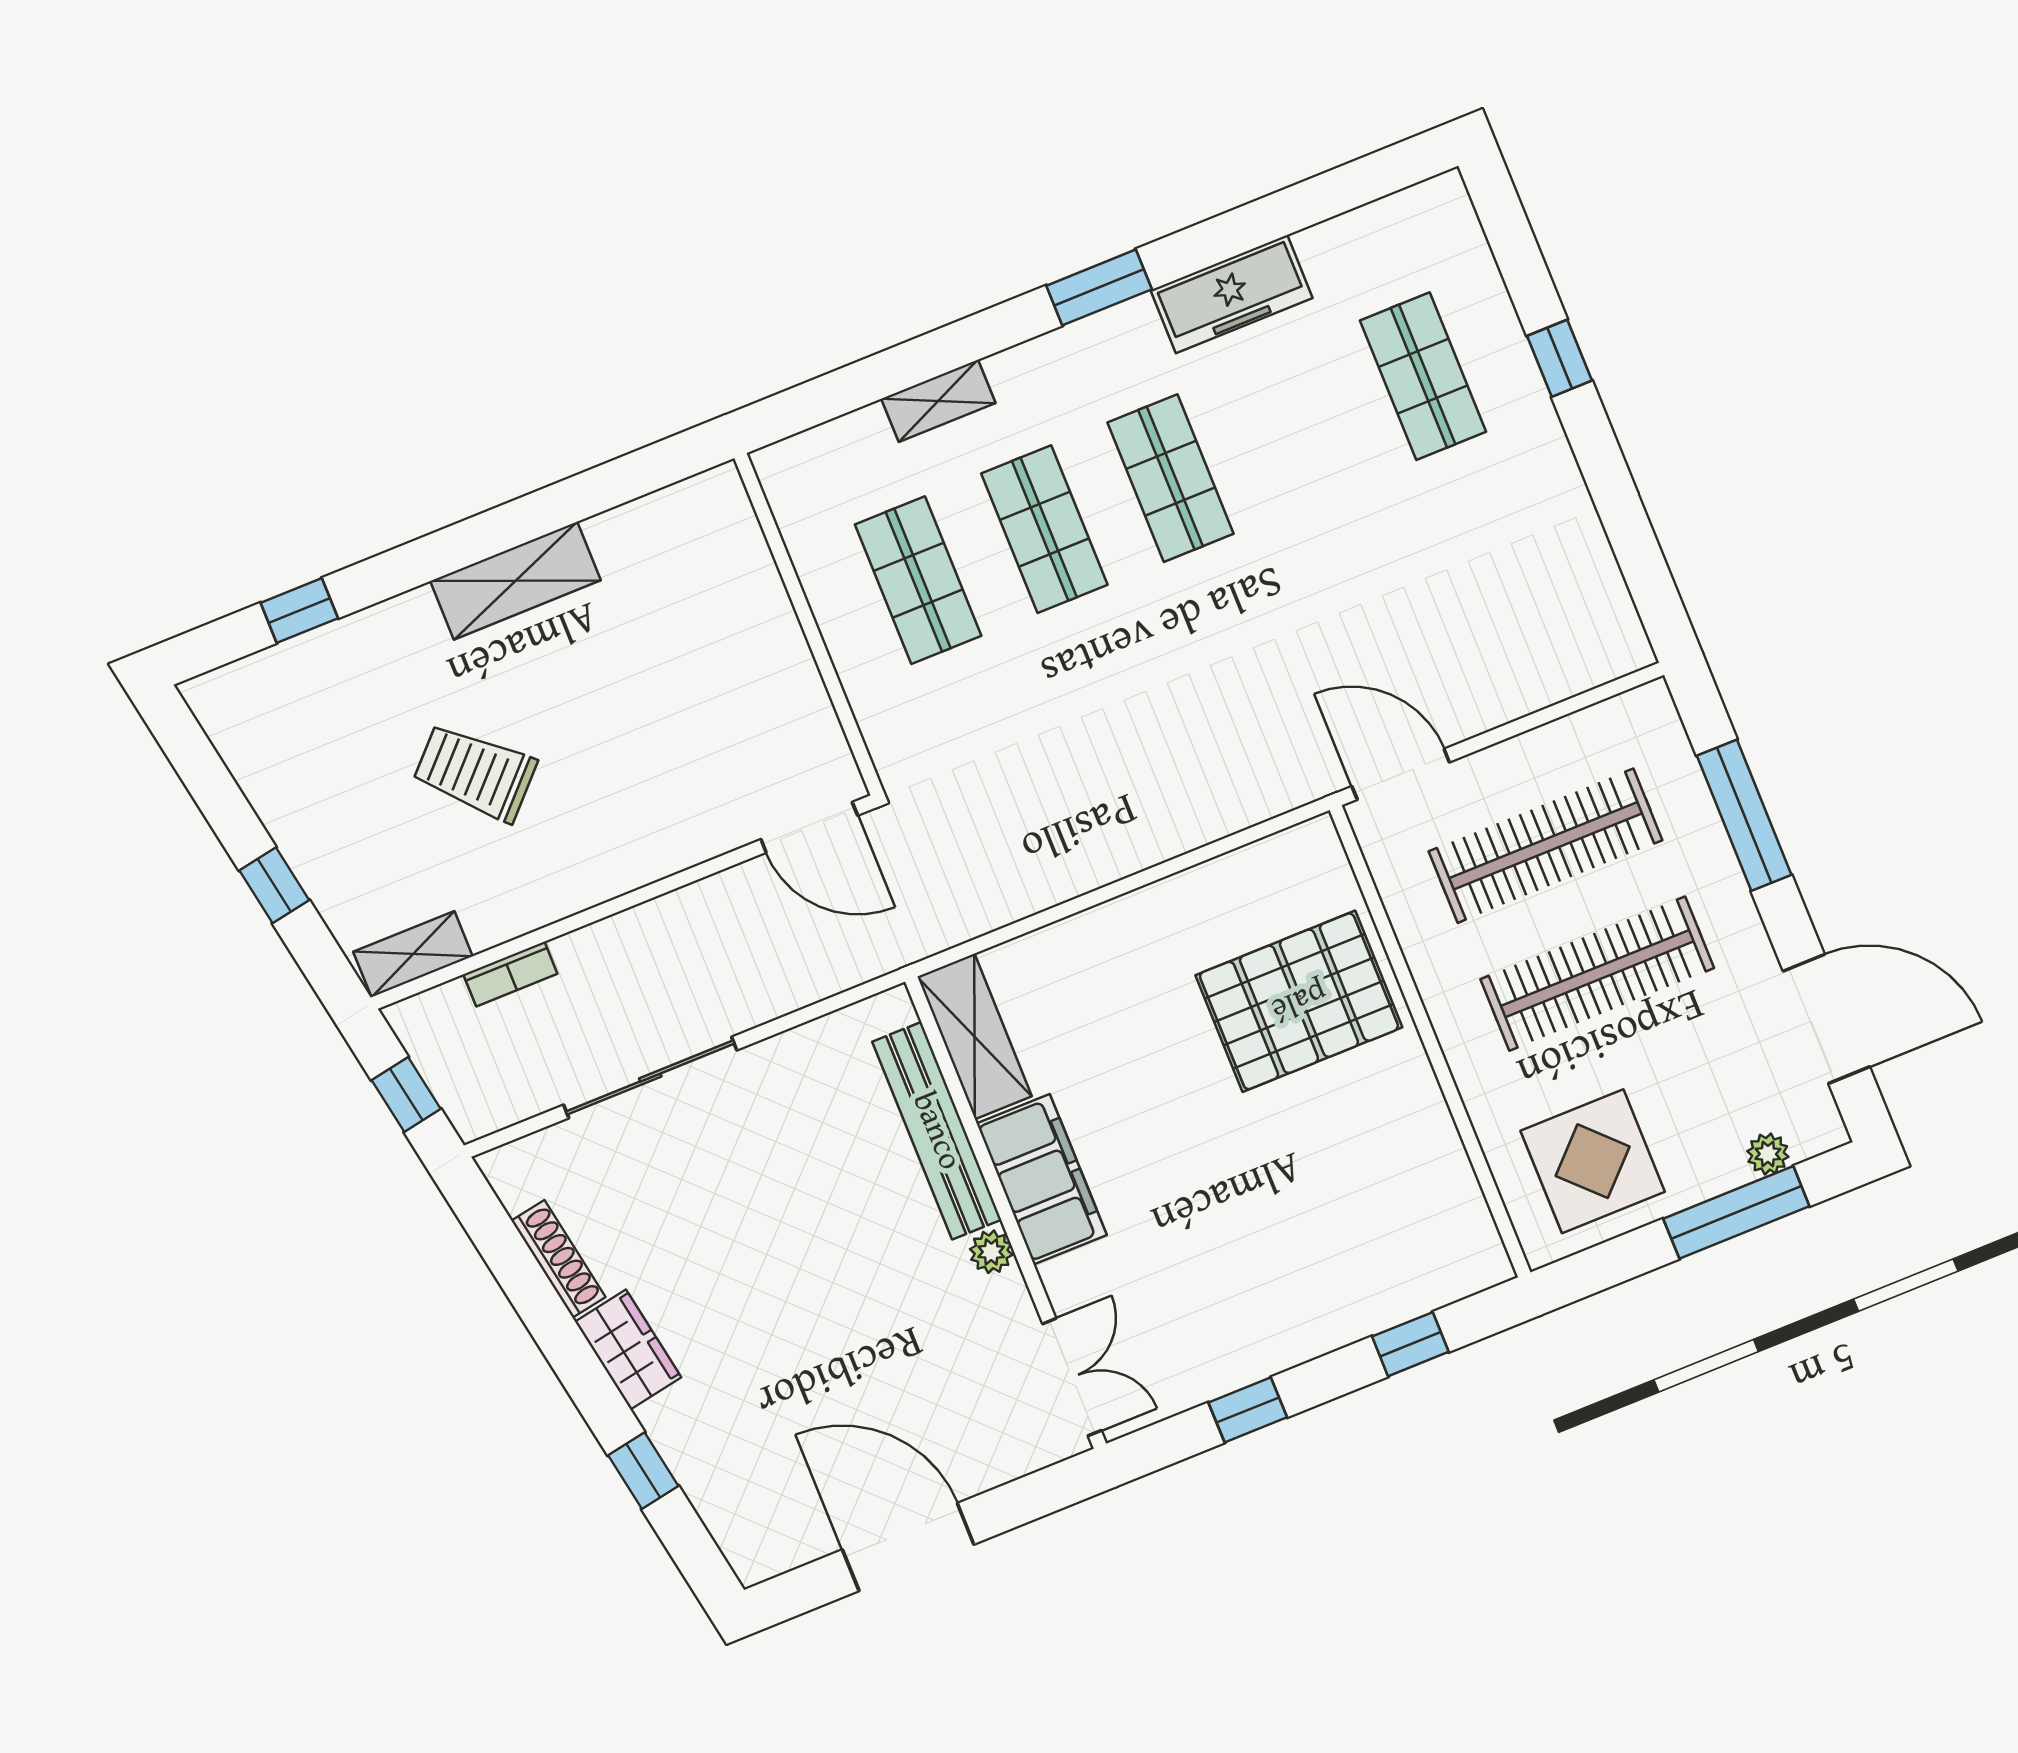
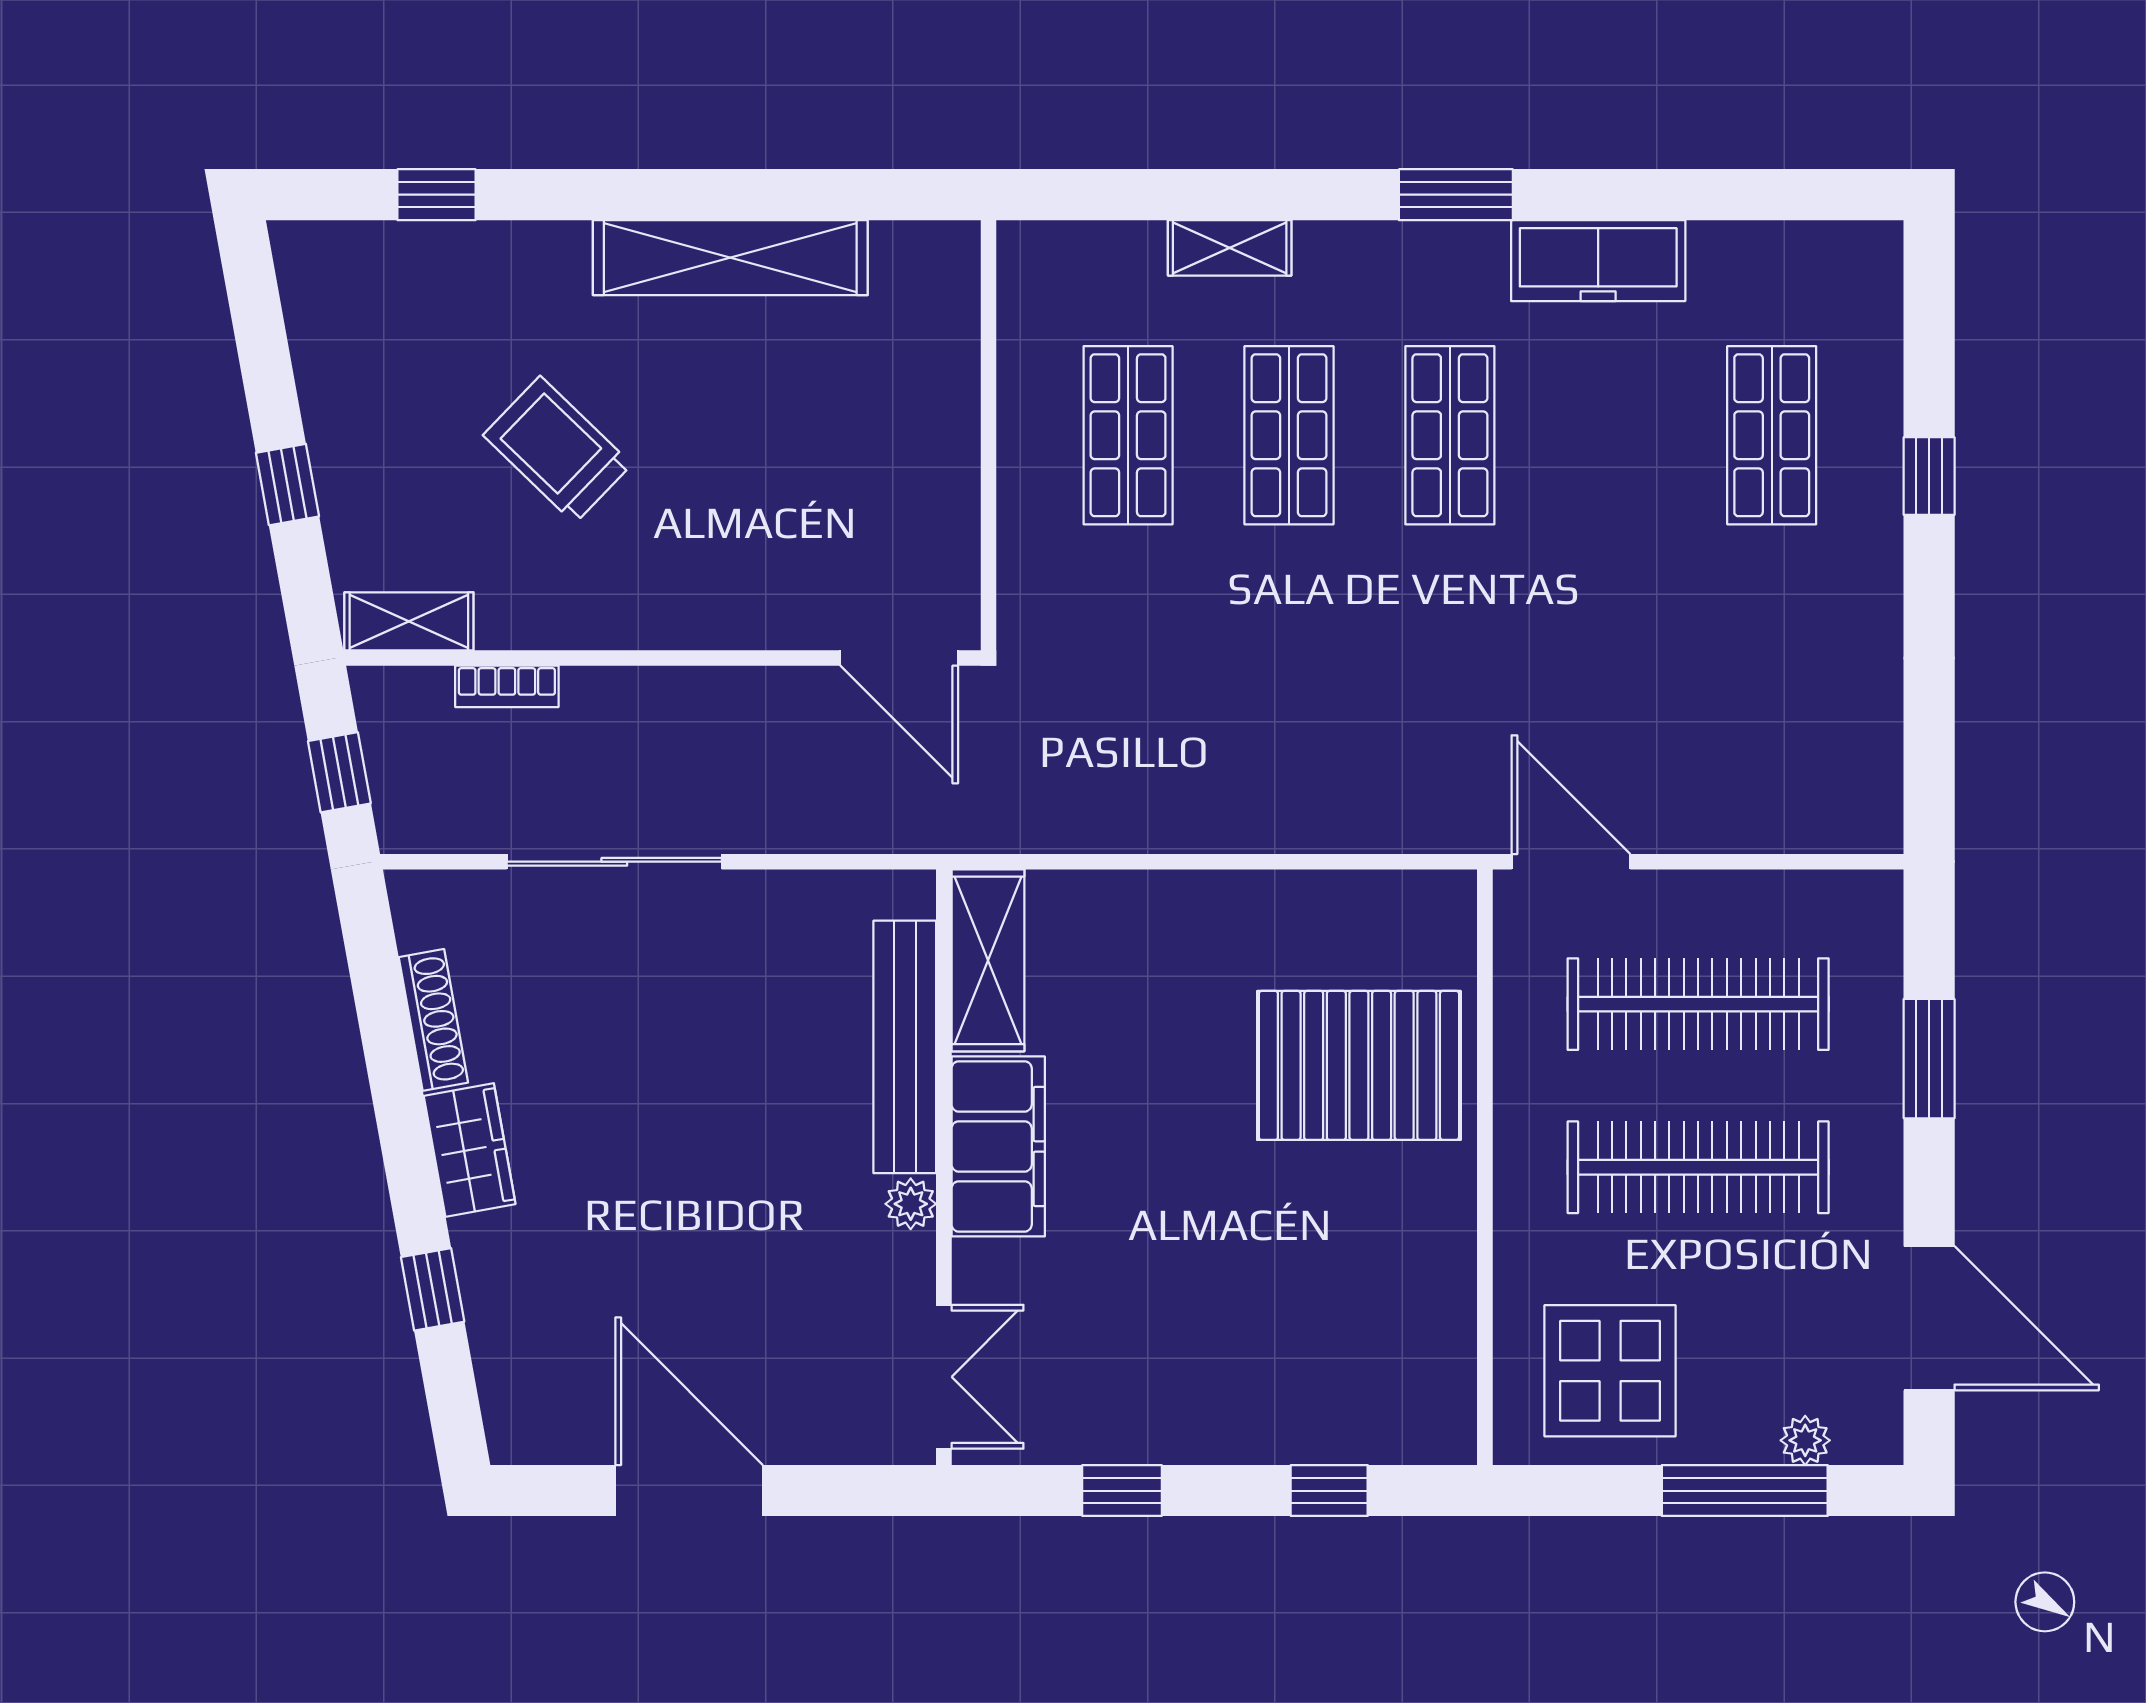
shelving: (515, 581) -> (730, 258), width x1.47
window: (1744, 815) -> (1929, 1059), width x0.69

